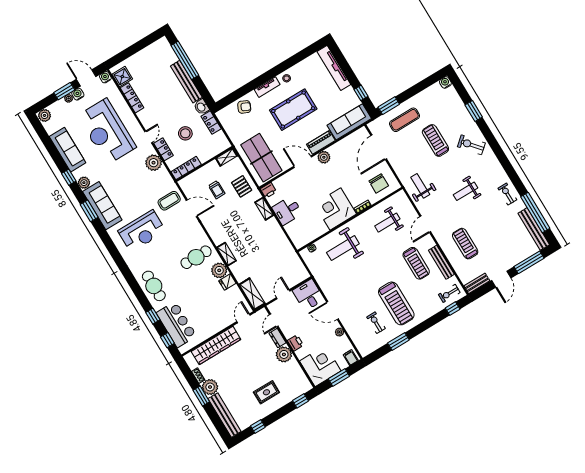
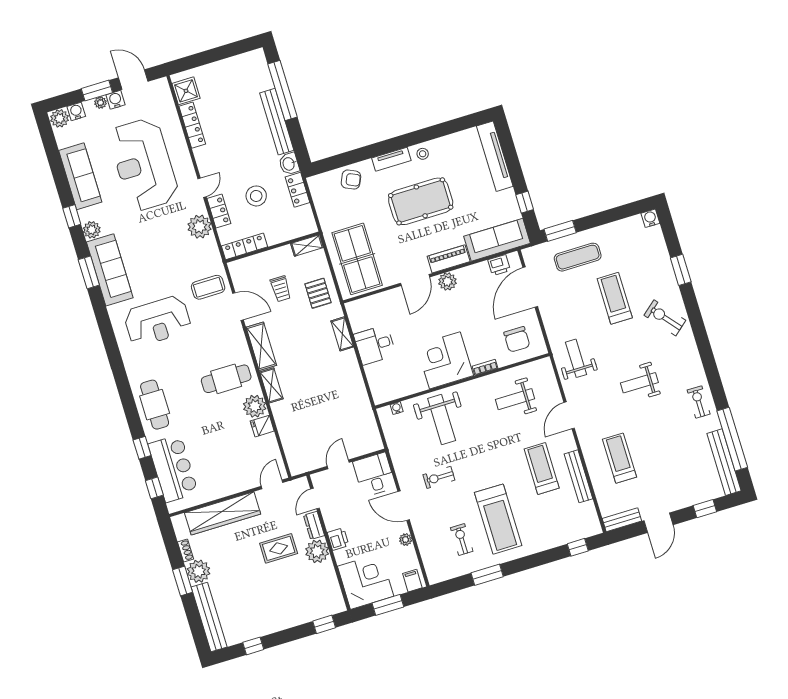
water cooler: (105, 77) -> (76, 111), moved
door: (303, 162) -> (415, 280), swing flipped
printer: (268, 190) -> (499, 265), moved
weight bench: (343, 248) -> (442, 420), turned -90
window: (529, 262) -> (705, 509), width x0.46
treadmill: (416, 263) -> (542, 468), turned 180
exercise bike: (449, 293) -> (439, 477), moved
shelving: (252, 294) -> (261, 346), moved
rug: (266, 392) -> (279, 548), moved

